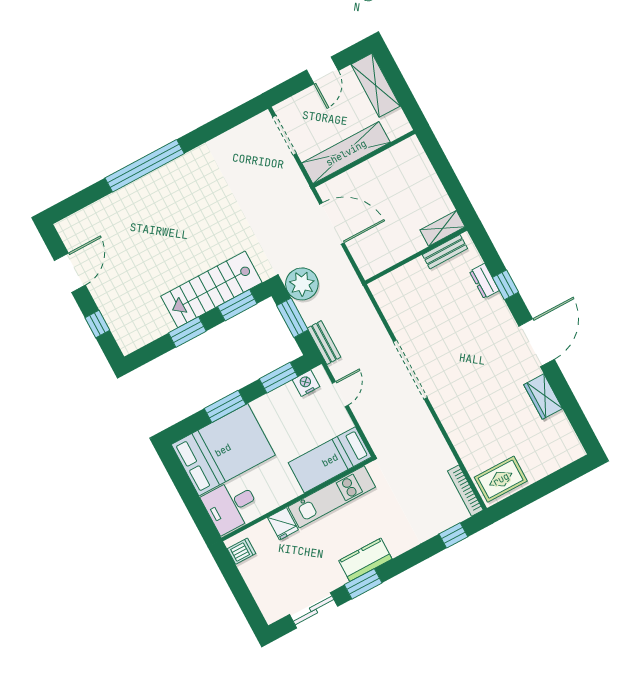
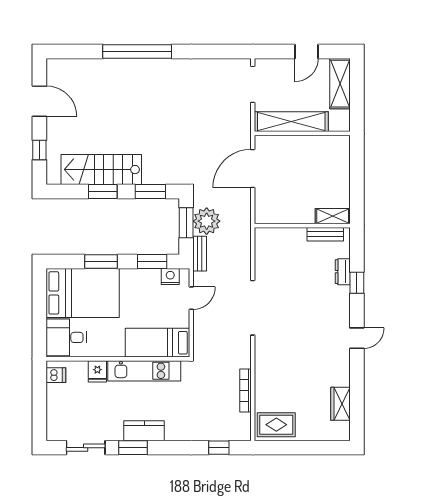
door: (332, 223) -> (253, 168), swing flipped
door: (70, 273) -> (39, 101), hinge flipped
plant: (302, 284) -> (207, 221), moved
stairs: (211, 289) -> (101, 170), moved
door: (537, 343) -> (357, 338), width x0.53
wardrobe: (543, 397) -> (340, 404), moved
bookcase: (465, 491) -> (246, 390), moved

